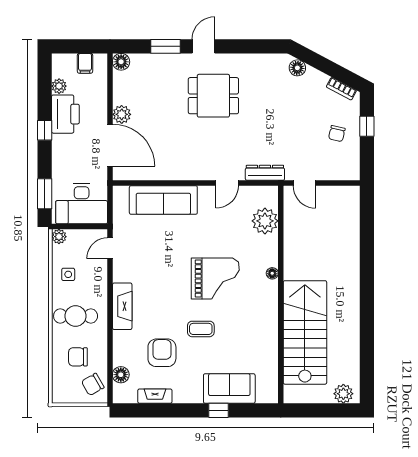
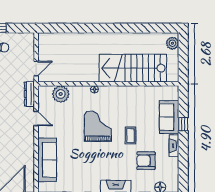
fireplace: (155, 396) -> (174, 146), moved

